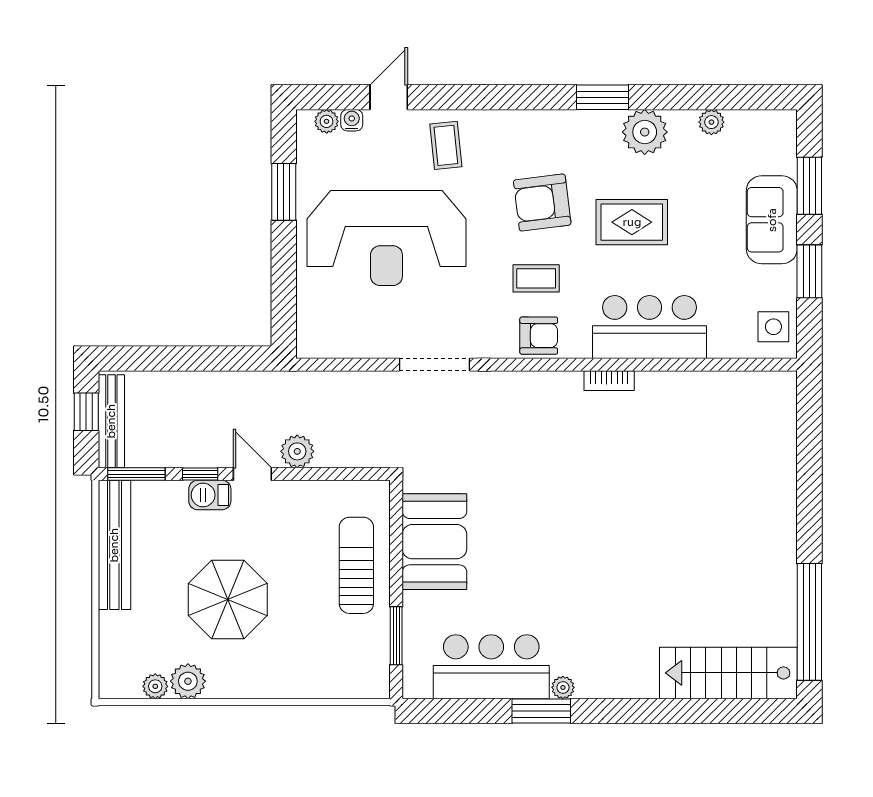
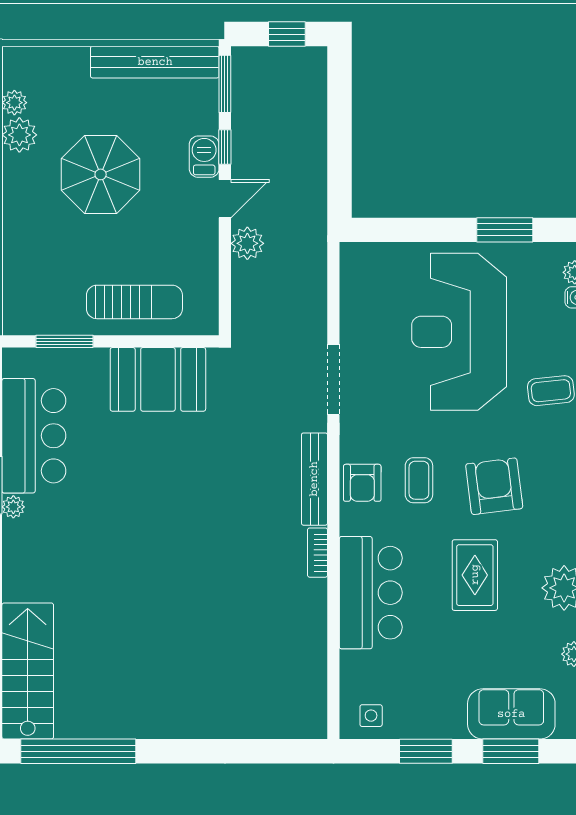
sofa: (772, 220) -> (511, 714), moved
side table: (773, 327) -> (371, 716), width x0.73, depth x0.73
bench: (111, 421) -> (314, 479), moved, turned 90

